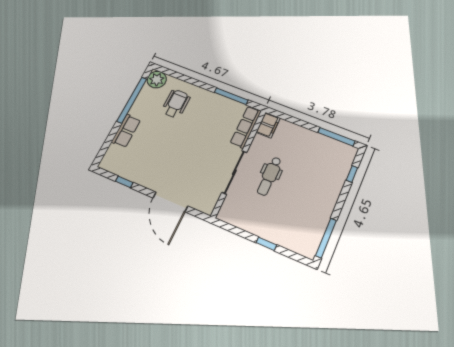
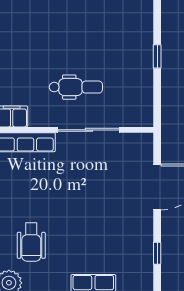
wheelchair: (176, 104) -> (31, 242), turned -90

